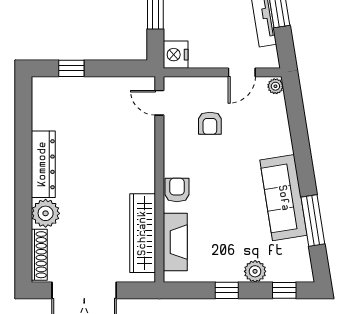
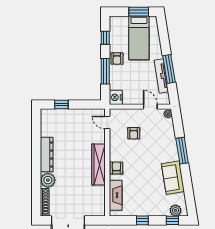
door: (242, 72) -> (150, 107), swing flipped
sofa: (283, 198) -> (173, 178), width x0.73
window: (313, 221) -> (182, 151), moved
wardrobe: (143, 233) -> (99, 165), moved
plant: (255, 271) -> (176, 210), moved

